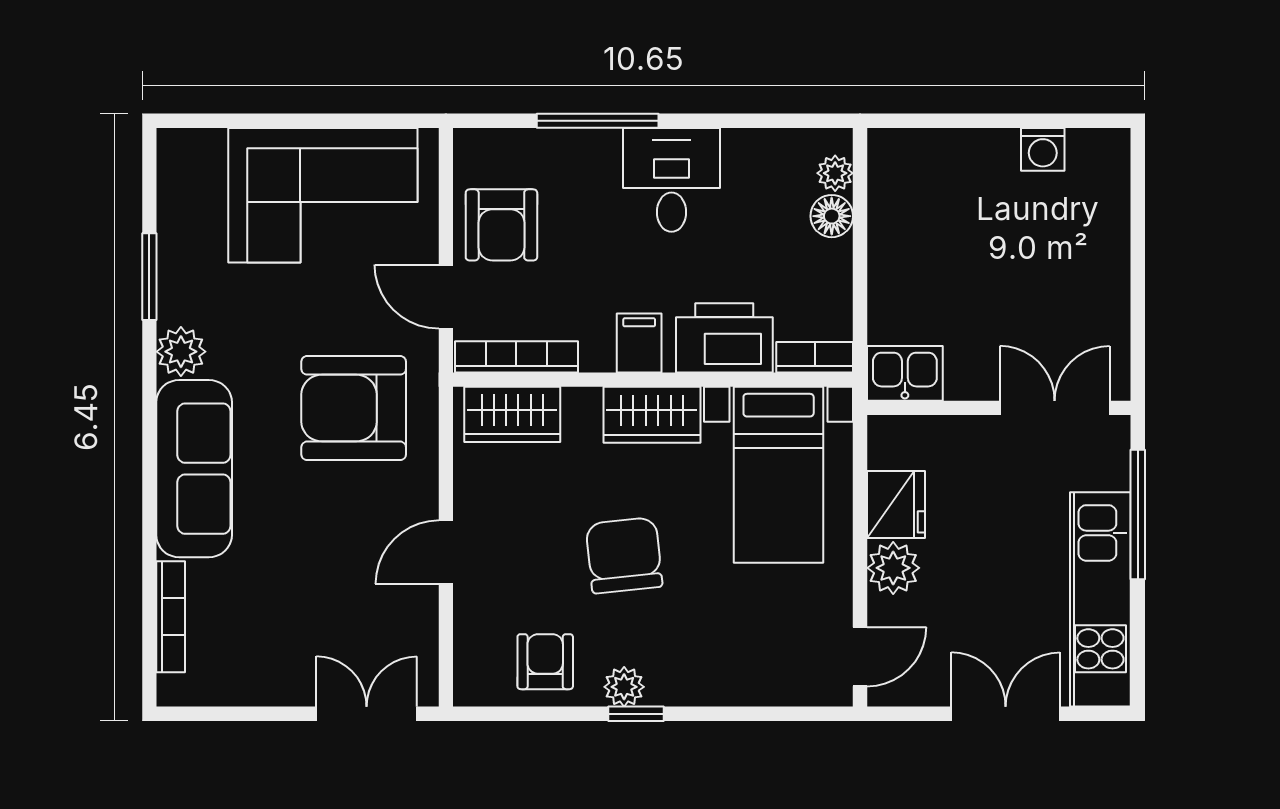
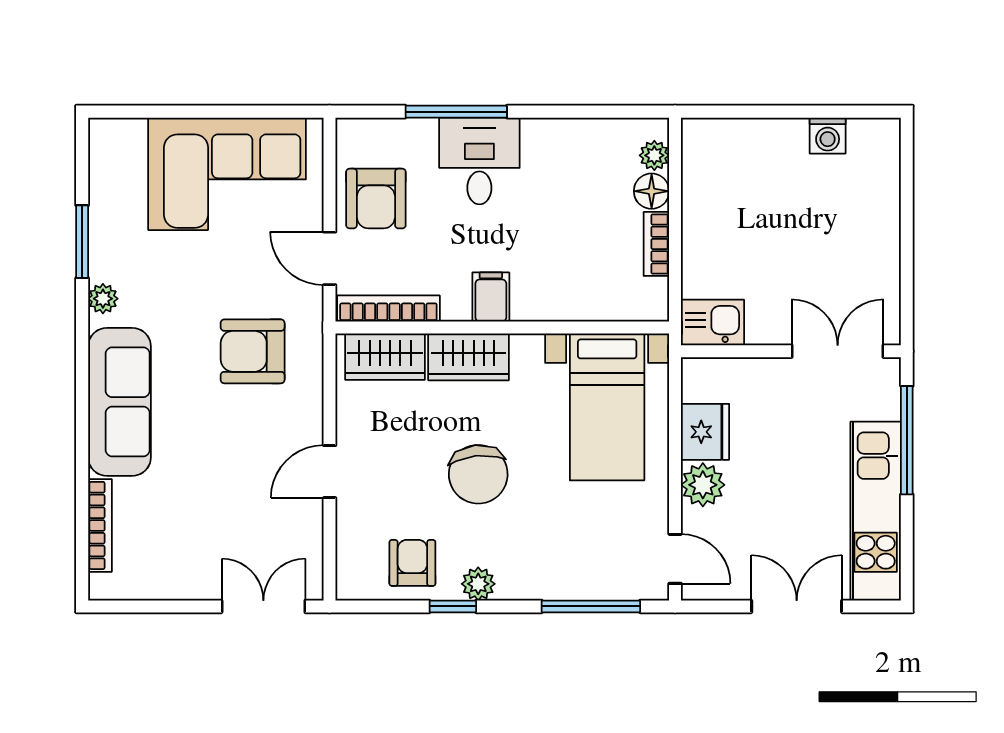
desk: (671, 180) -> (479, 161), moved
printer: (724, 338) -> (562, 293), removed
plant: (181, 352) -> (103, 299), width x0.73, depth x0.73
bookcase: (815, 357) -> (656, 244), moved, turned -90
armchair: (354, 408) -> (253, 351), width x0.73, depth x0.73
wardrobe: (652, 415) -> (468, 357), moved
chair: (624, 555) -> (478, 474), turned 180
door: (860, 657) -> (675, 559), hinge flipped
window: (636, 714) -> (453, 606), moved
window: (759, 714) -> (591, 606), added

